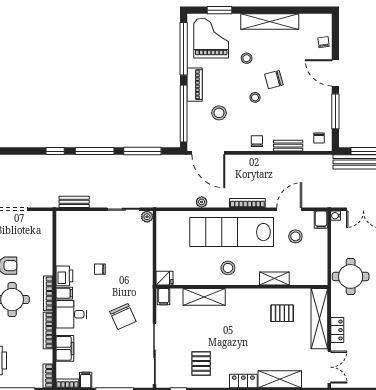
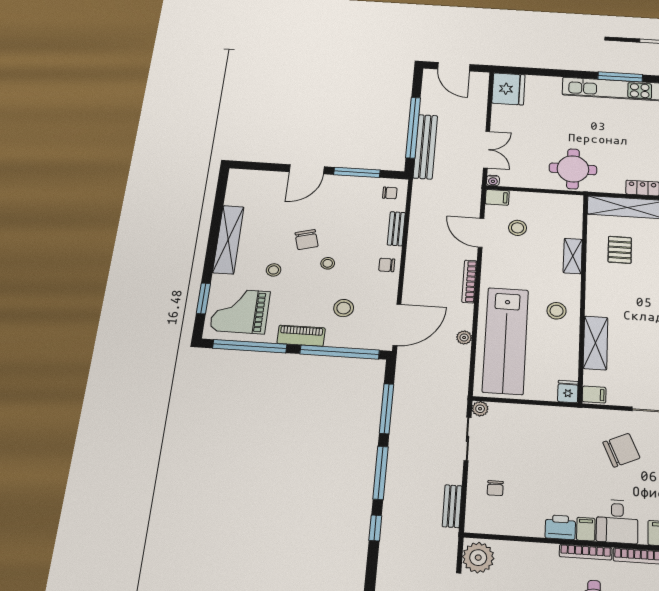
chair: (323, 42) -> (265, 180), removed
plant: (39, 222) -> (478, 558), added
lab bench: (232, 232) -> (505, 340), moved
chair: (100, 269) -> (495, 488), moved

